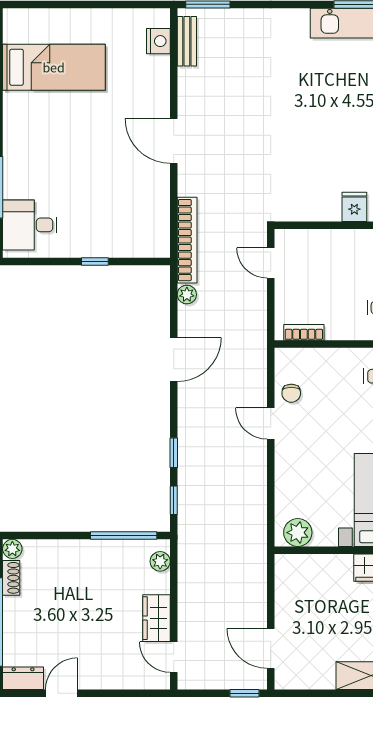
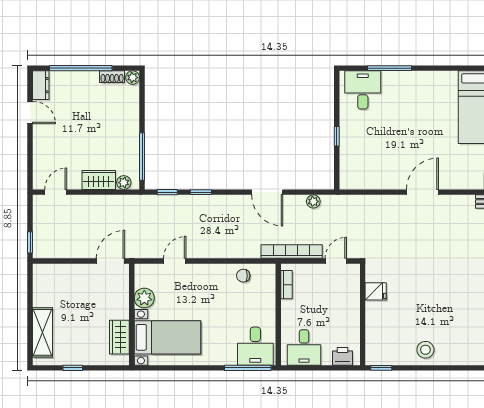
fridge: (354, 207) -> (376, 291), moved
bookcase: (187, 240) -> (292, 252), moved, turned 180
door: (271, 424) -> (175, 261), moved
plant: (298, 533) -> (144, 298), moved
wardrobe: (156, 618) -> (99, 180), moved
door: (271, 648) -> (110, 261), moved

